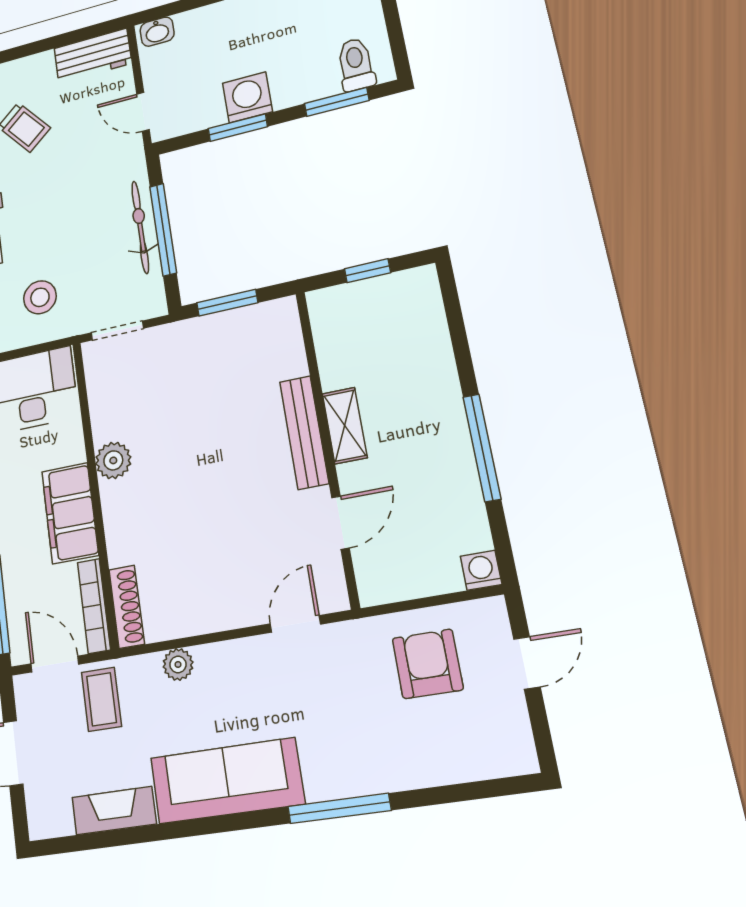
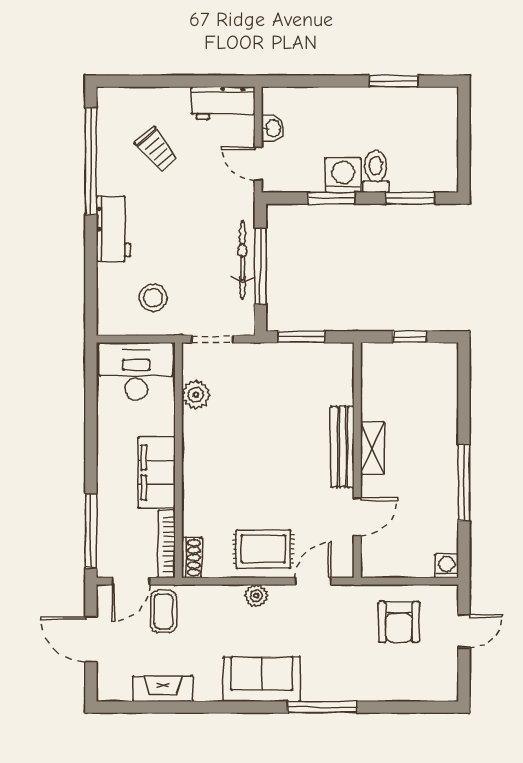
washbasin: (157, 32) -> (273, 128), moved, turned -90
toilet: (356, 64) -> (376, 172), moved
plant: (113, 460) -> (196, 395), moved
rug: (221, 590) -> (263, 549), added
shoe rack: (127, 607) -> (192, 558), width x0.70
door: (55, 664) -> (131, 581), swing flipped
plant: (178, 664) -> (256, 596), moved
armchair: (428, 664) -> (399, 622), turned 180
sofa: (227, 781) -> (262, 679), width x0.73

